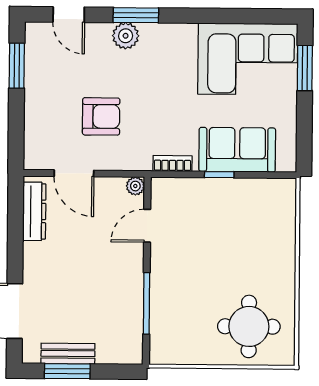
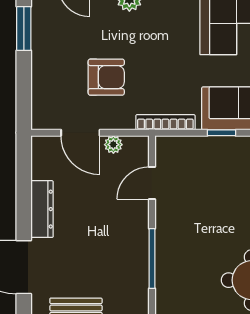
bookcase: (173, 163) -> (165, 122), width x1.56
plant: (135, 186) -> (113, 145), moved
dresser: (34, 211) -> (42, 209), moved

